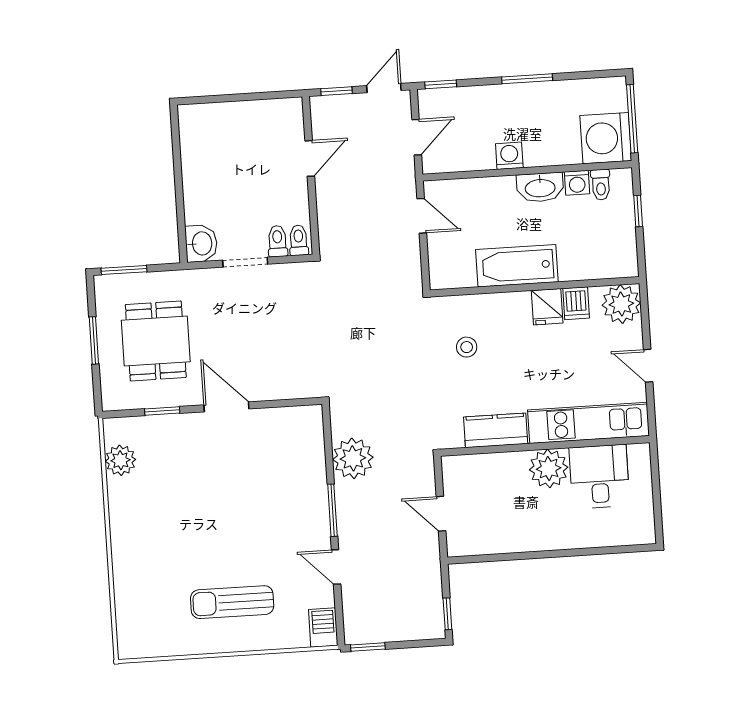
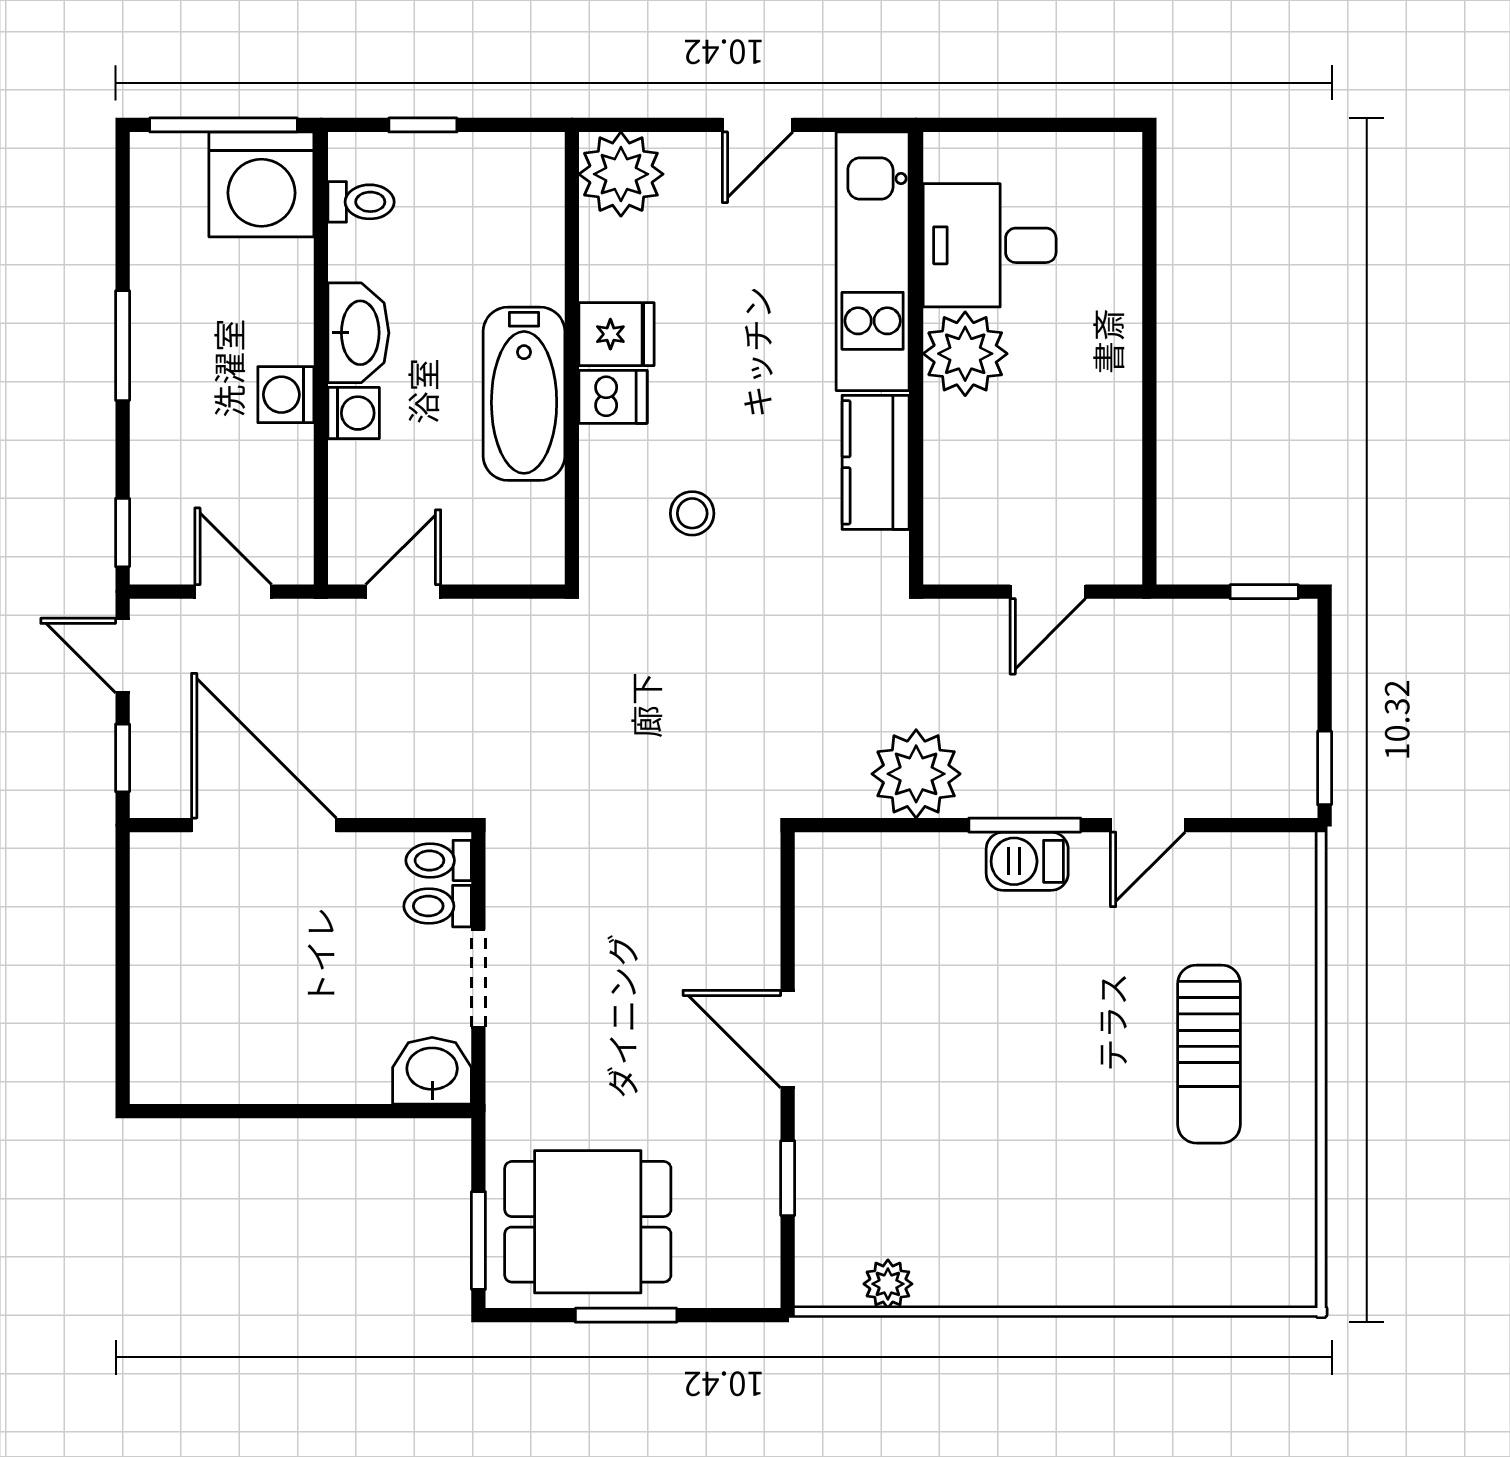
door: (310, 158) -> (264, 825), width x1.88
washing machine: (577, 183) -> (354, 413), moved
dishwasher: (576, 303) -> (613, 397), moved
dining table: (156, 341) -> (588, 1222), moved
door: (226, 407) -> (788, 1039), hinge flipped
plant: (120, 460) -> (888, 1284), width x0.73, depth x0.73
barbecue: (323, 628) -> (1027, 861), moved

